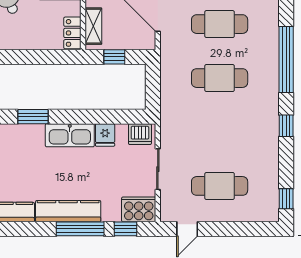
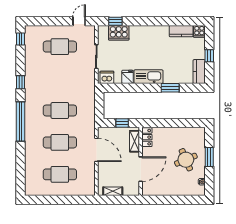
cooker: (139, 209) -> (119, 33), moved
kitchen counter: (68, 211) -> (149, 32), removed
window: (80, 229) -> (142, 21), removed

